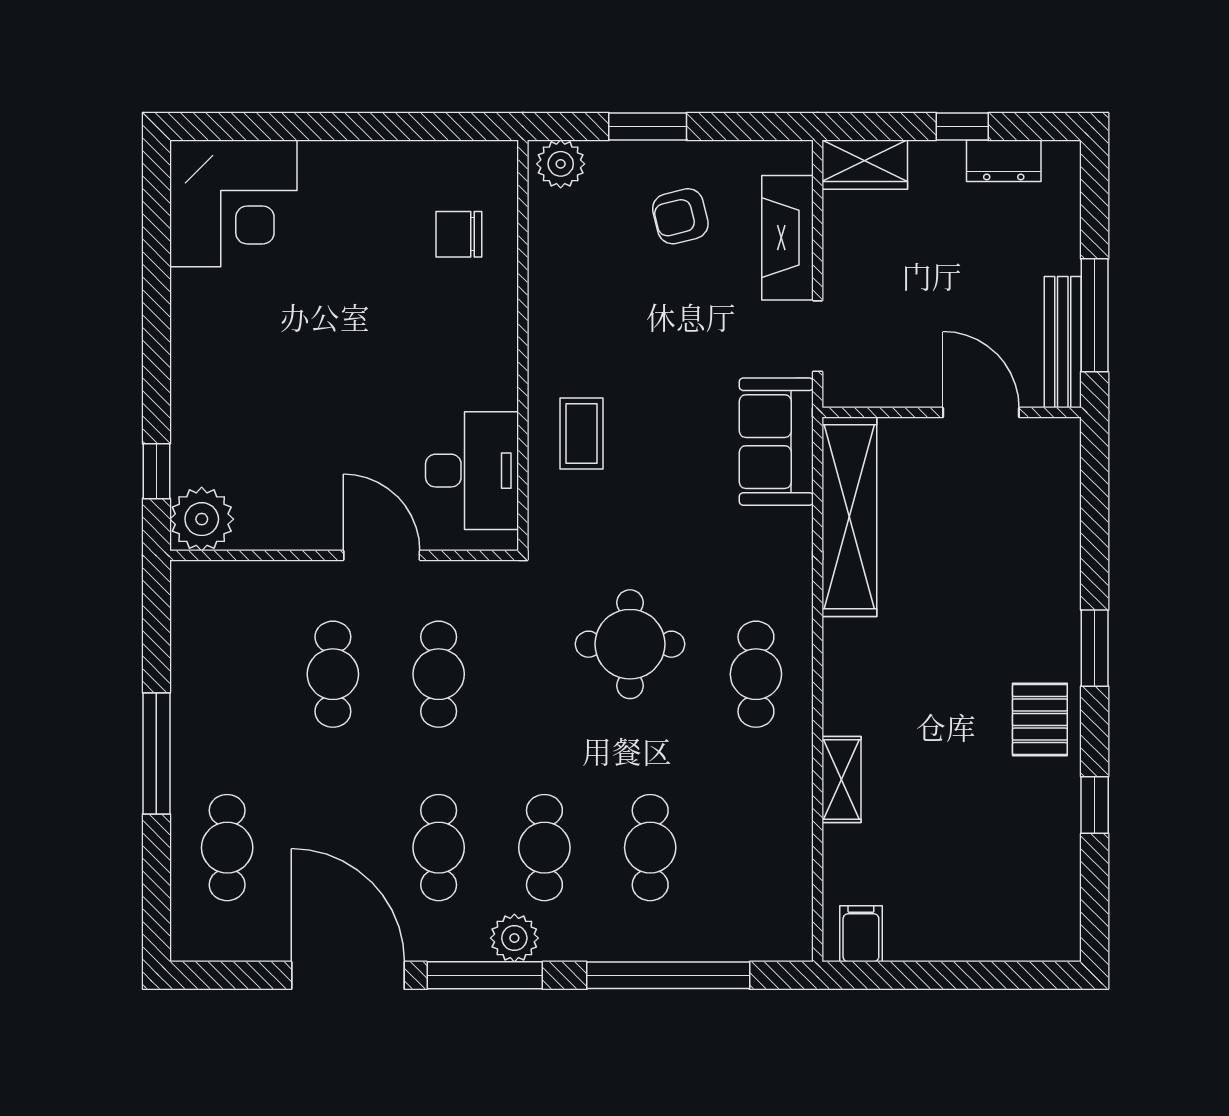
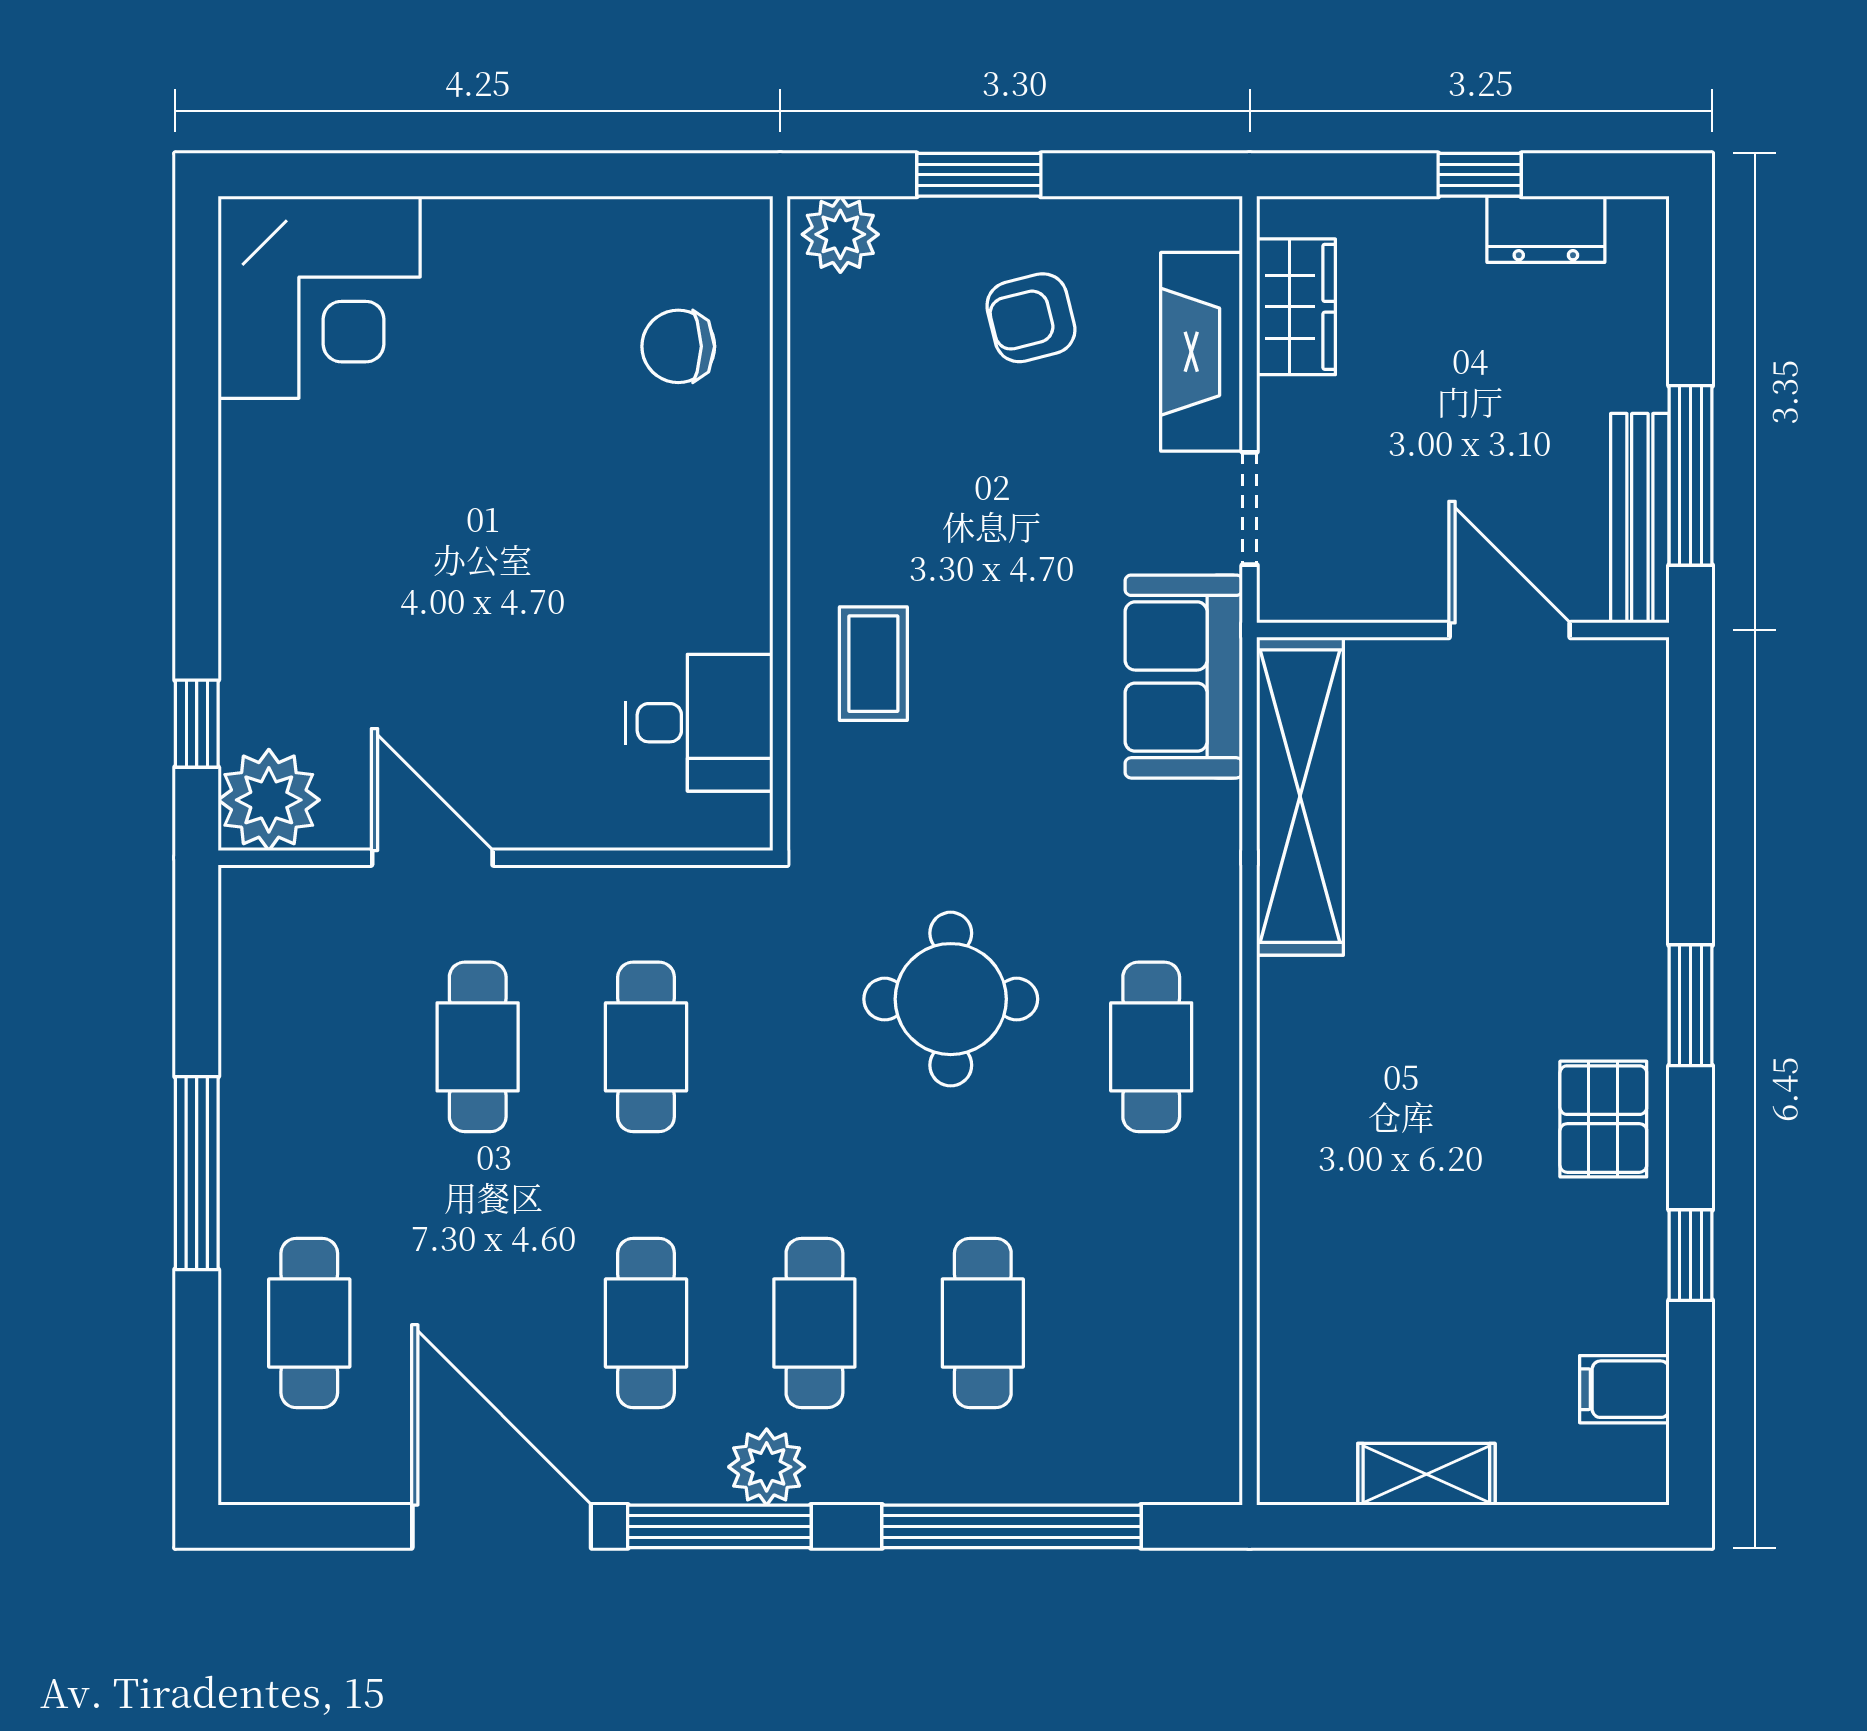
wardrobe: (865, 165) -> (1296, 307), moved, turned -90
desk: (472, 471) -> (699, 723), width x0.73
door: (382, 555) -> (432, 858), moved
shelving: (842, 780) -> (1426, 1474), moved, turned 90
filing cabinet: (861, 934) -> (1624, 1389), moved, turned -90

